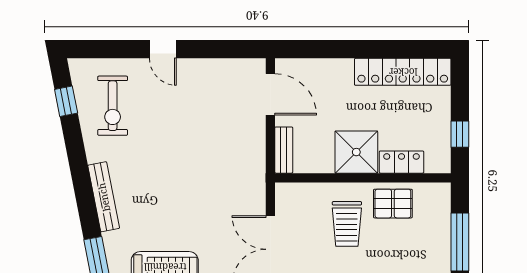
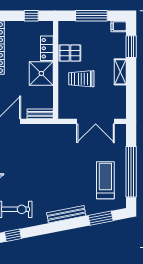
pallet: (393, 204) -> (70, 53), turned 90
trolley: (347, 224) -> (81, 79), turned 180

